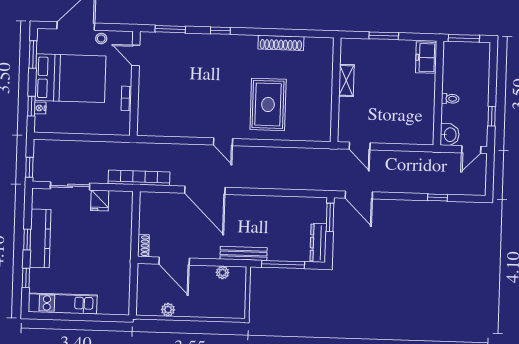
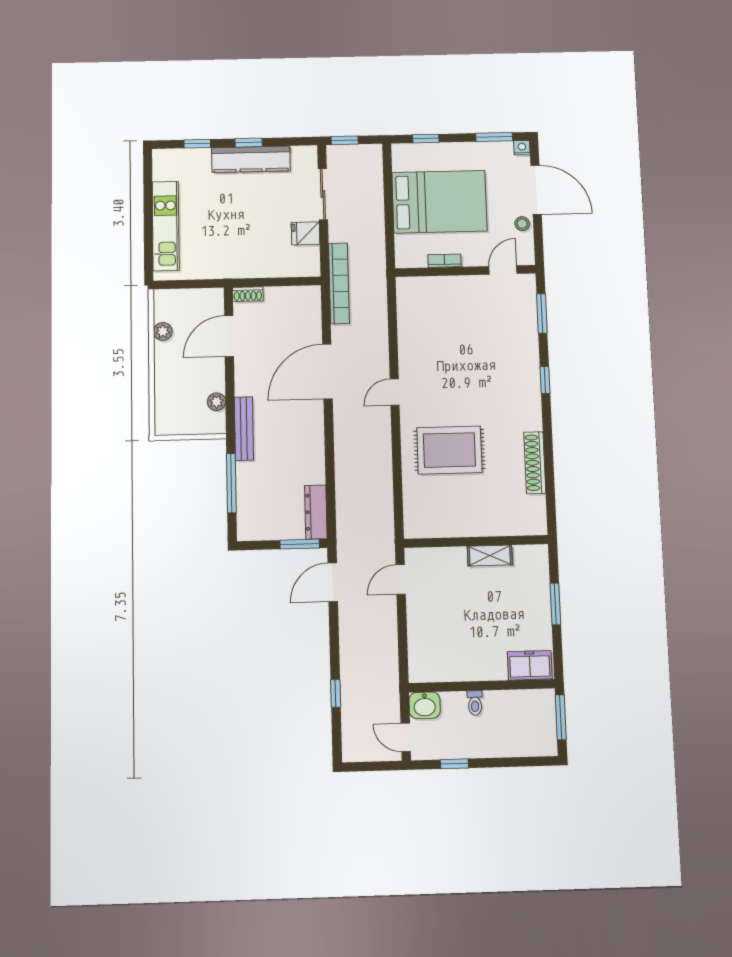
bed: (70, 78) -> (439, 202), moved, turned -90
nightstand: (40, 108) -> (522, 148), moved
dresser: (318, 243) -> (316, 512), moved, turned -90
kitchen unit: (63, 303) -> (166, 226), moved

